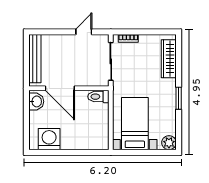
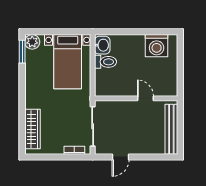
door: (60, 88) -> (145, 98), width x0.53
toilet: (98, 97) -> (105, 62), moved
window: (179, 98) -> (22, 52), moved
washbasin: (36, 101) -> (102, 45), moved, turned 180

